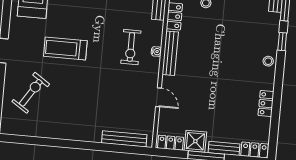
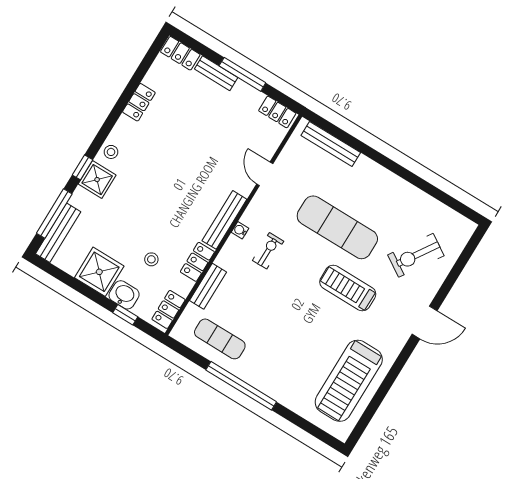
exercise bike: (131, 47) -> (268, 251), width x0.73, depth x0.72
treadmill: (65, 48) -> (348, 288), turned 180
exercise mat: (92, 86) -> (337, 227), added
shower: (195, 141) -> (97, 180), moved

